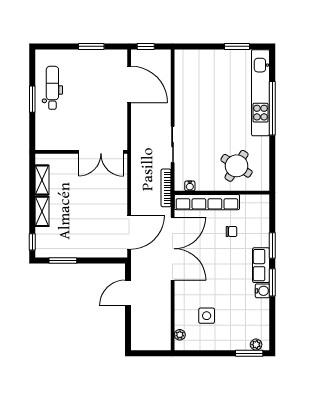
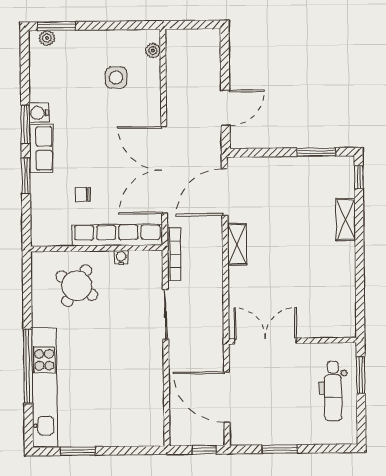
wall: (81, 152) -> (293, 341), moved
double door: (101, 152) -> (265, 341), moved
shelving: (42, 180) -> (237, 244), moved
water cooler: (190, 186) -> (121, 257), moved

